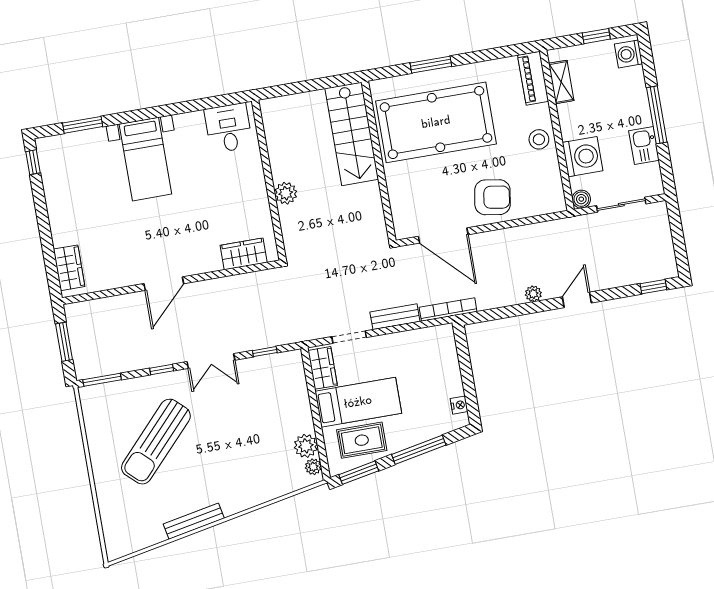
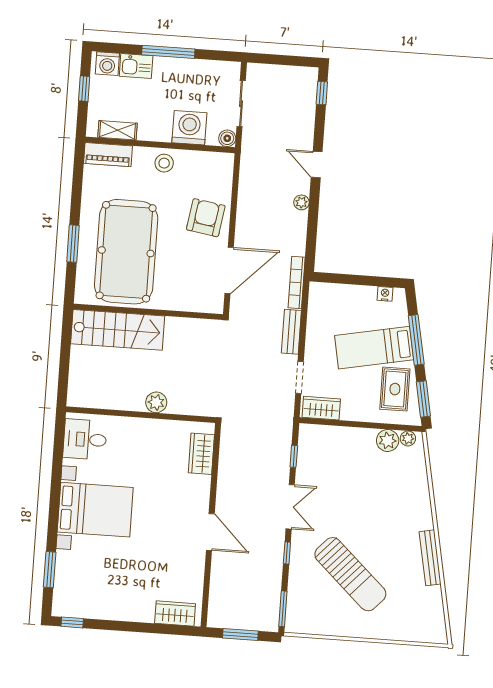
kitchen sink: (644, 145) -> (136, 66), moved
bed with nightstands: (145, 159) -> (95, 510), width x1.36
bed: (358, 402) -> (374, 348), moved, turned -101

